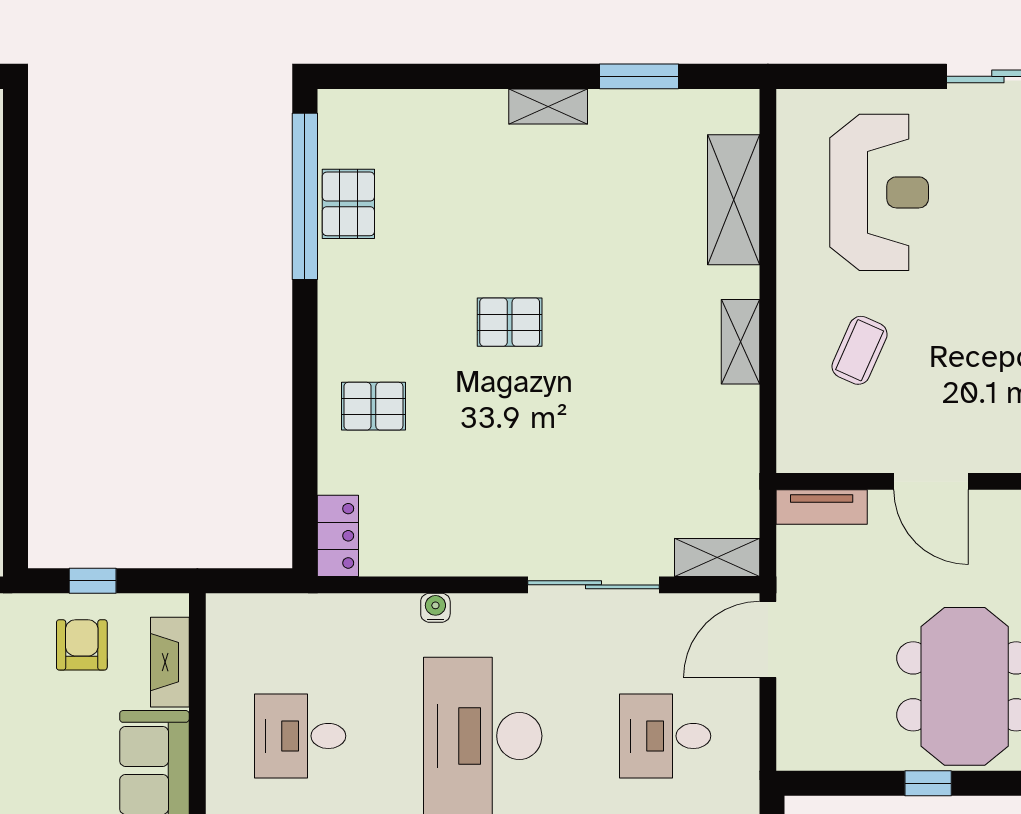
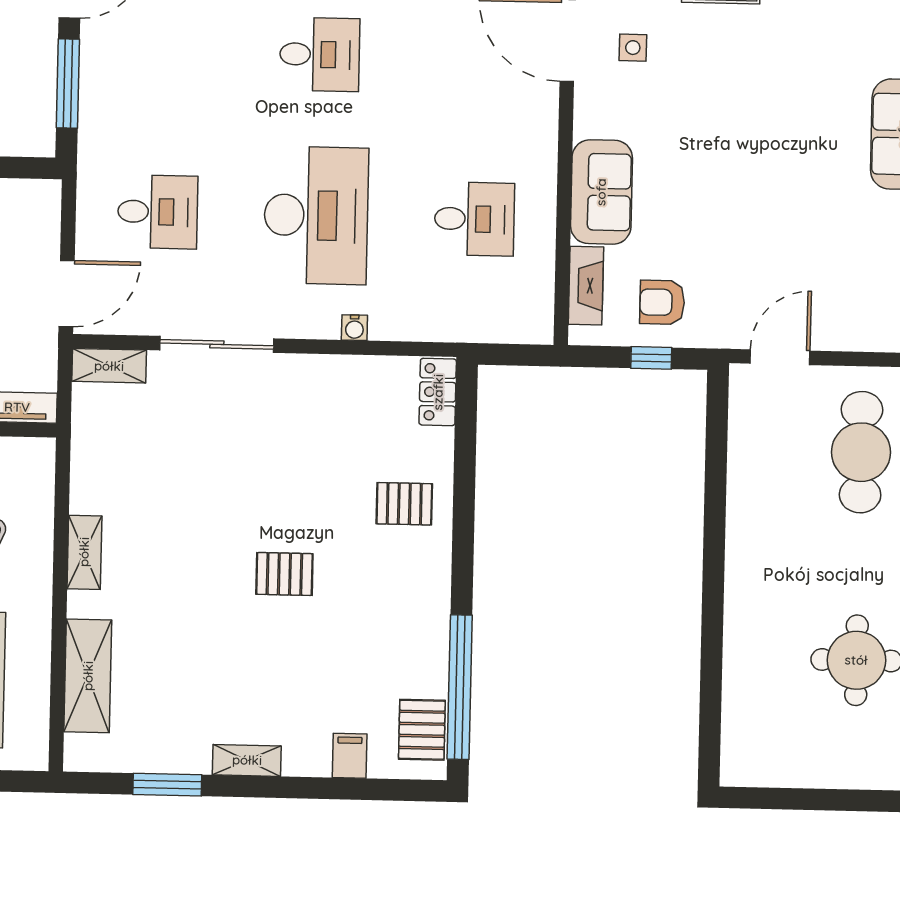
filing cabinet: (430, 114) -> (350, 756), added
pallet: (348, 204) -> (422, 730), moved
armchair: (82, 645) -> (662, 302), turned 90

